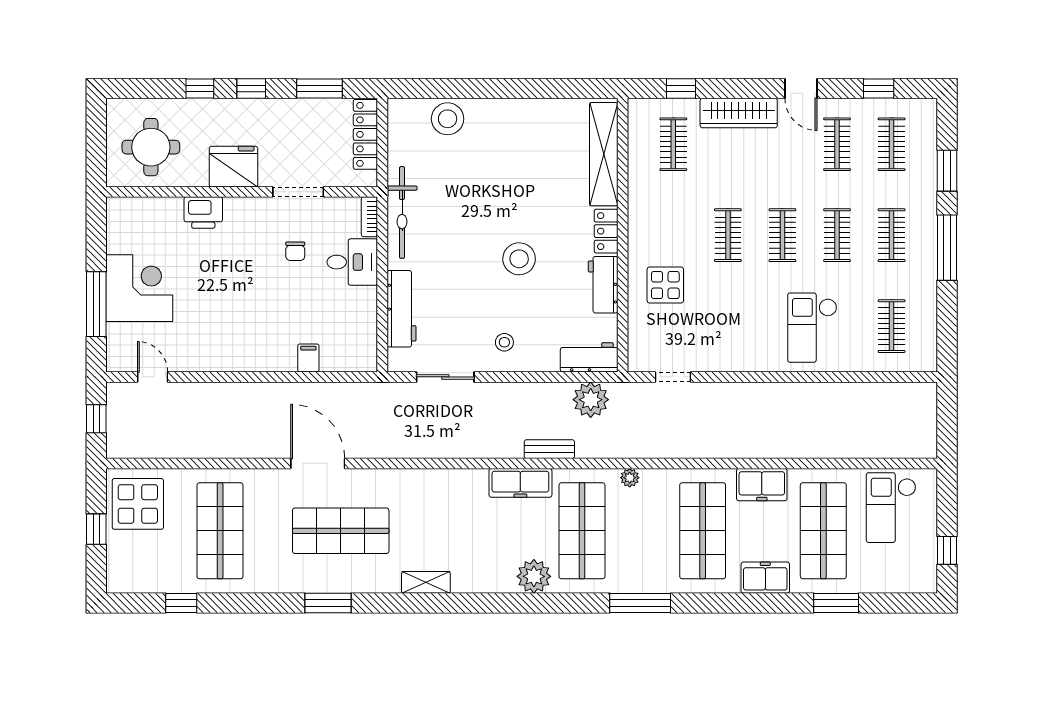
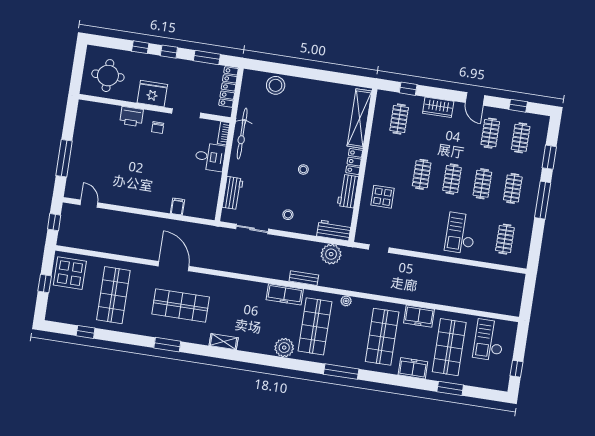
wardrobe: (739, 113) -> (438, 107), width x0.67
chair: (295, 251) -> (158, 127), moved
stool: (519, 259) -> (303, 169), width x0.53, depth x0.53
corner desk: (139, 288) -> (89, 153), removed
workbench: (402, 309) -> (233, 193), width x0.73

